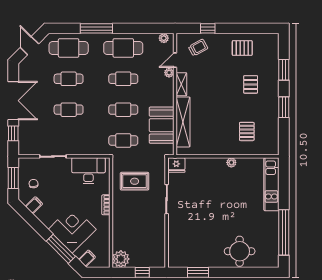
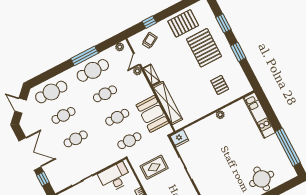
window: (96, 28) -> (85, 56), moved
pallet: (242, 48) -> (183, 23), width x1.50, depth x1.42
pallet: (251, 84) -> (204, 48), width x2.05, depth x2.00

